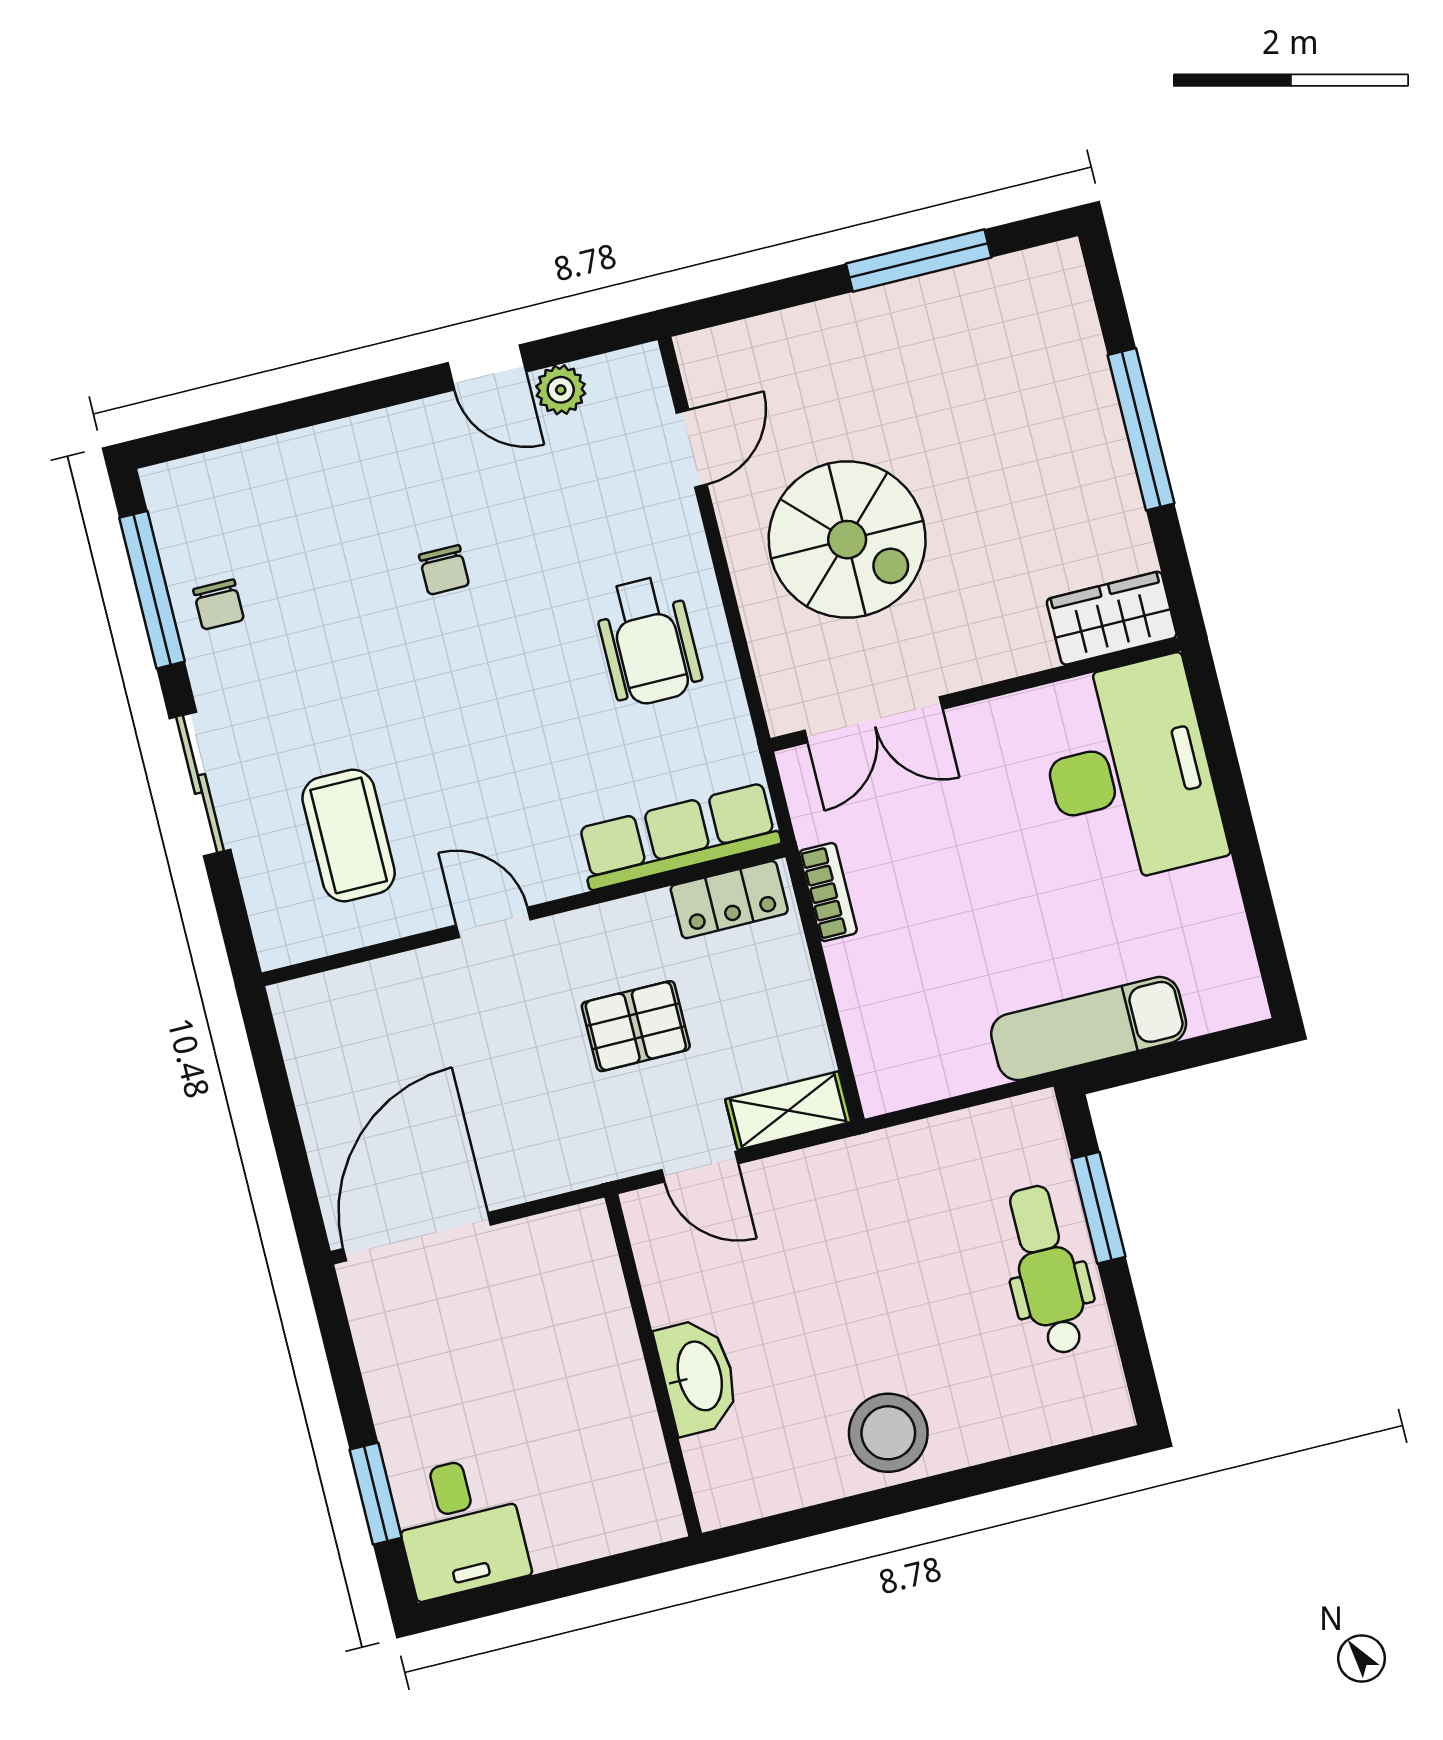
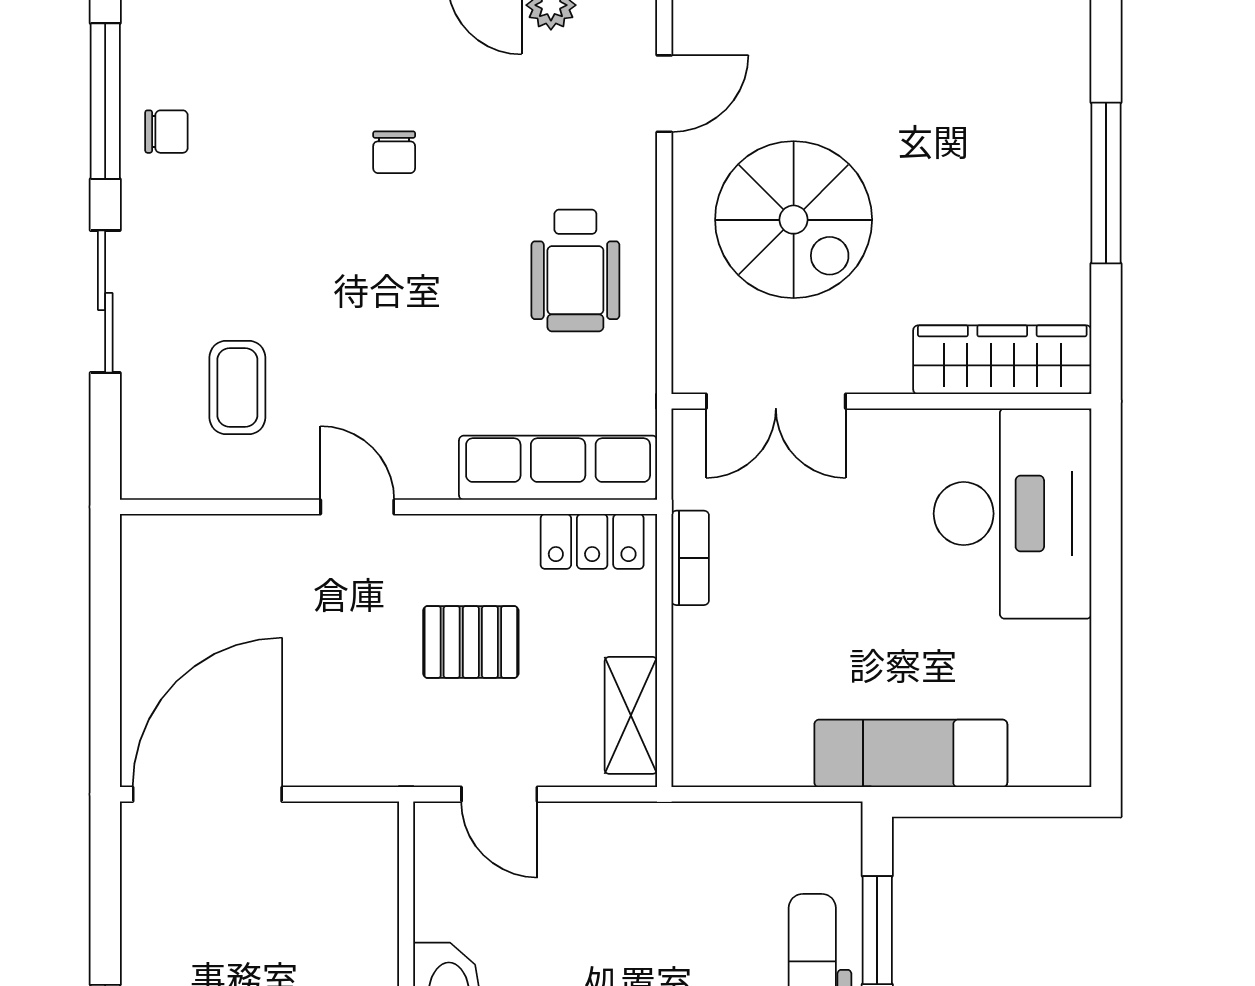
chair: (219, 605) -> (166, 132), turned -90
wardrobe: (1112, 618) -> (1002, 360), width x1.50
coffee table: (349, 835) -> (237, 387), width x0.73, depth x0.77
shelving: (788, 1111) -> (631, 715), moved, turned 90

